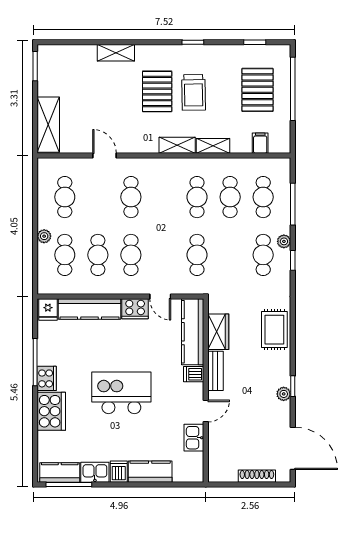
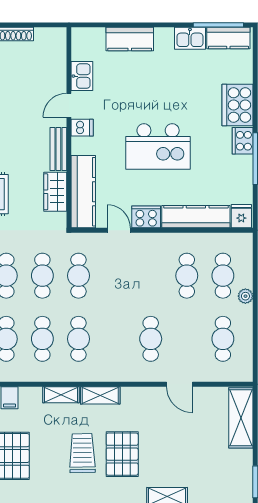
cafe table: (131, 255) -> (42, 276), moved
dishwasher: (194, 374) -> (82, 128), moved
kitchen island: (121, 393) -> (158, 146), moved
dishwasher: (119, 472) -> (164, 39), removed

